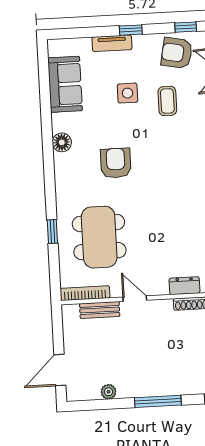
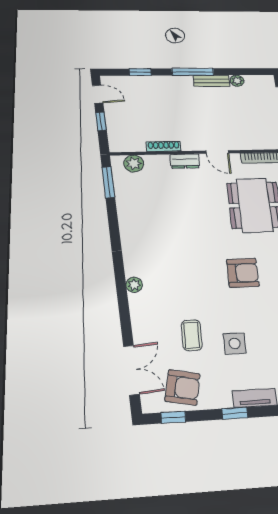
armchair: (116, 163) -> (243, 273), turned -90
dresser: (184, 286) -> (185, 161), moved
bench: (100, 310) -> (211, 81), moved

